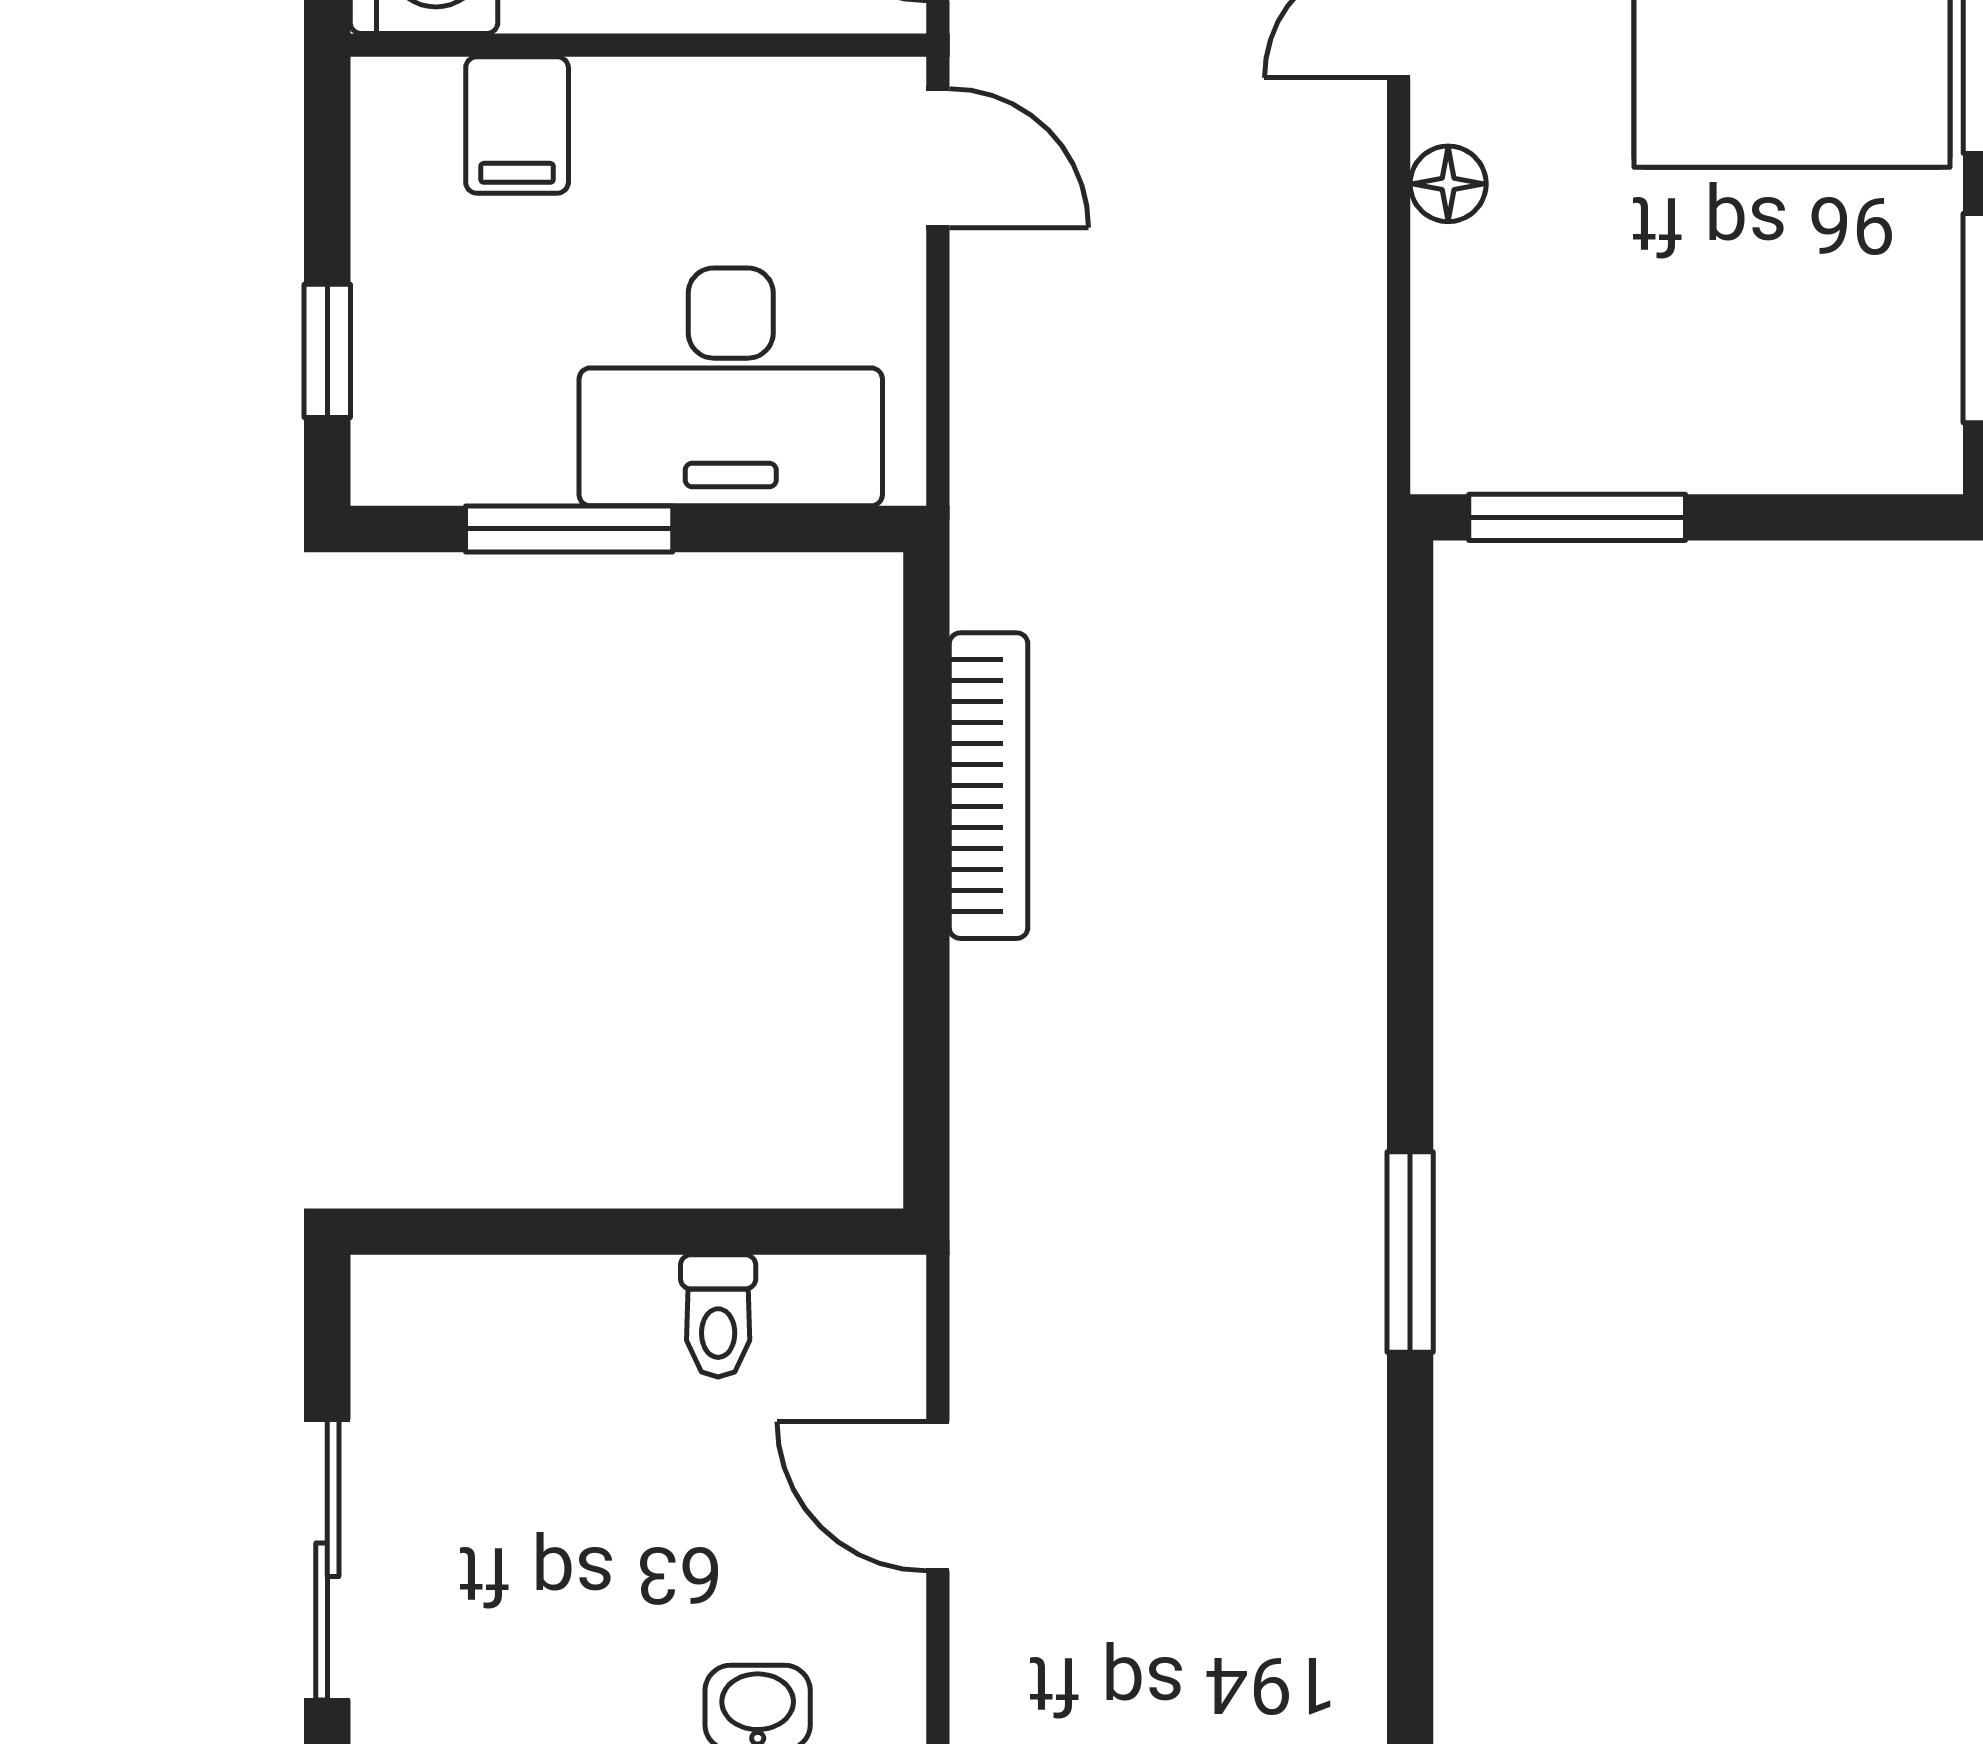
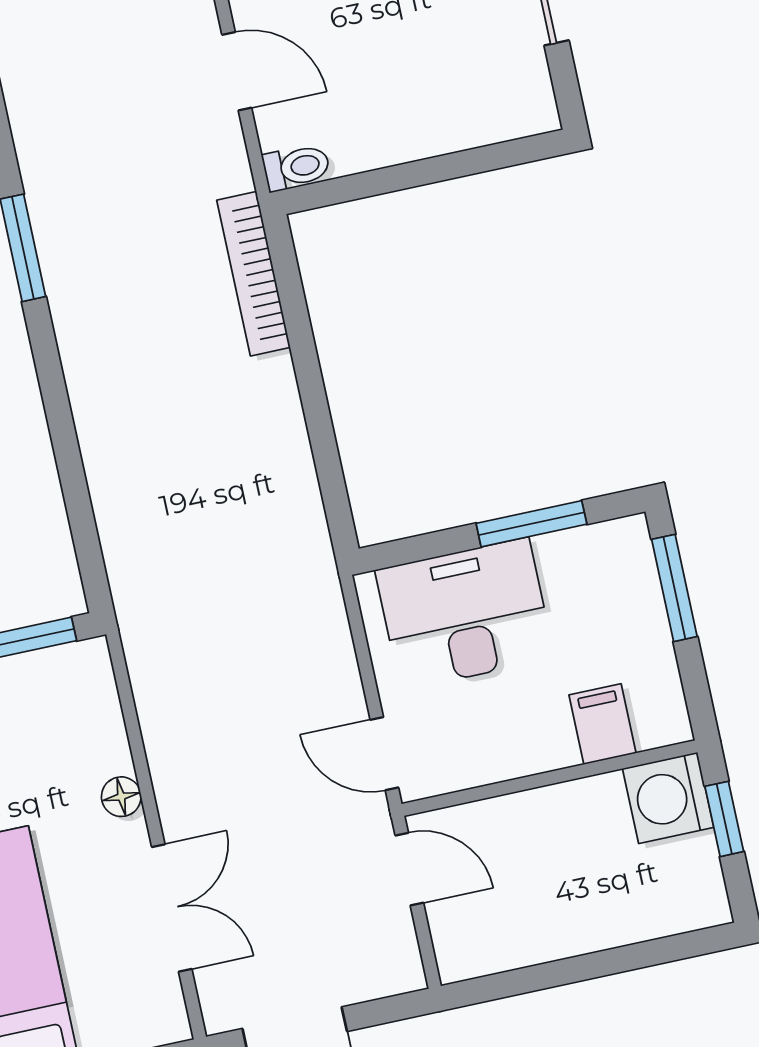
window: (327, 351) -> (674, 588), width x1.50
bookcase: (989, 786) -> (253, 274), moved
toilet: (718, 1316) -> (296, 167), moved, turned 90

